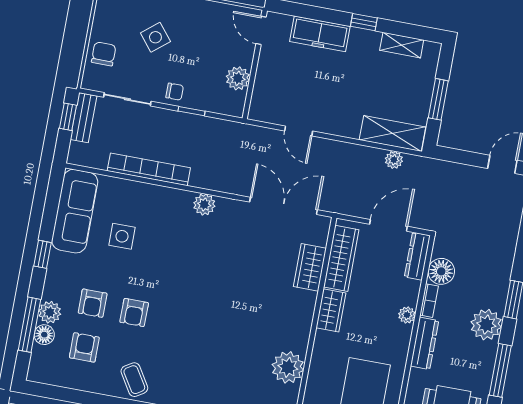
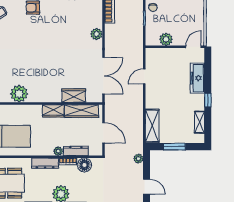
plant: (394, 160) -> (138, 159), moved
dresser: (417, 256) -> (76, 151), moved

